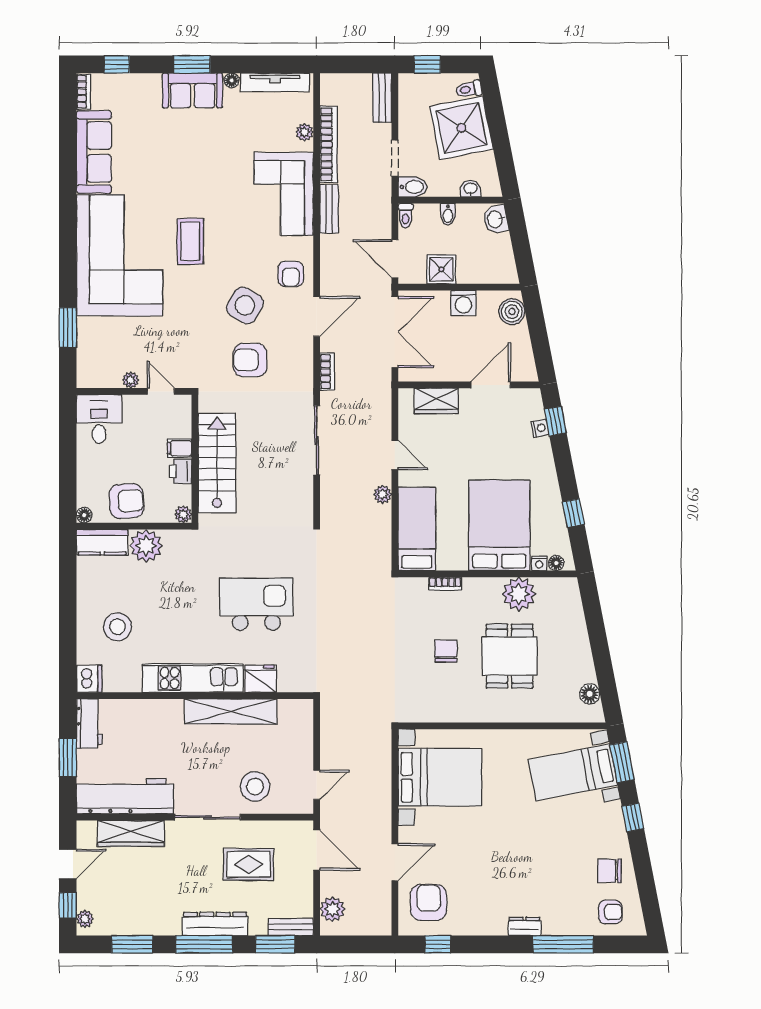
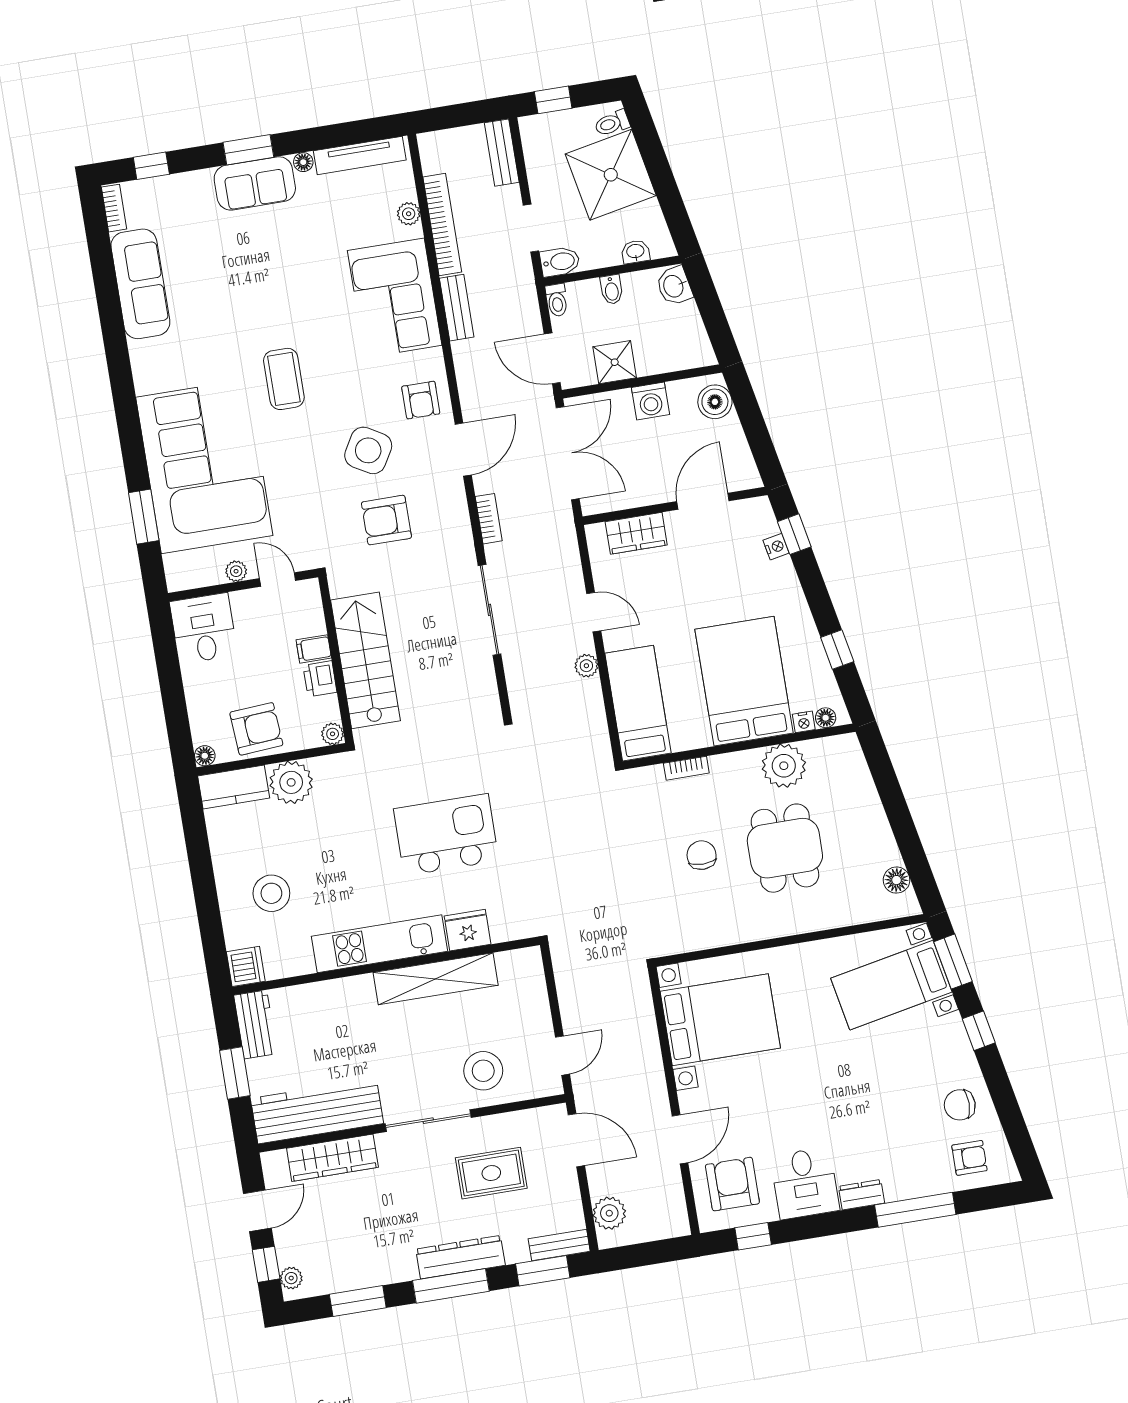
corner sofa: (120, 255) -> (204, 466), moved
desk: (483, 911) -> (805, 1183), added

